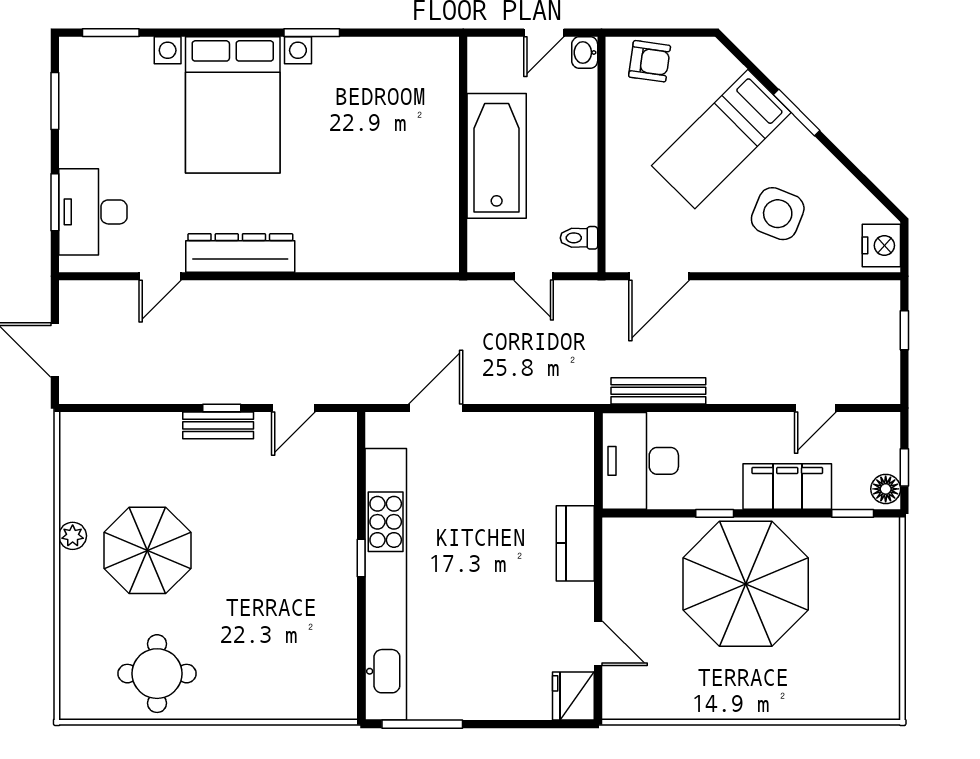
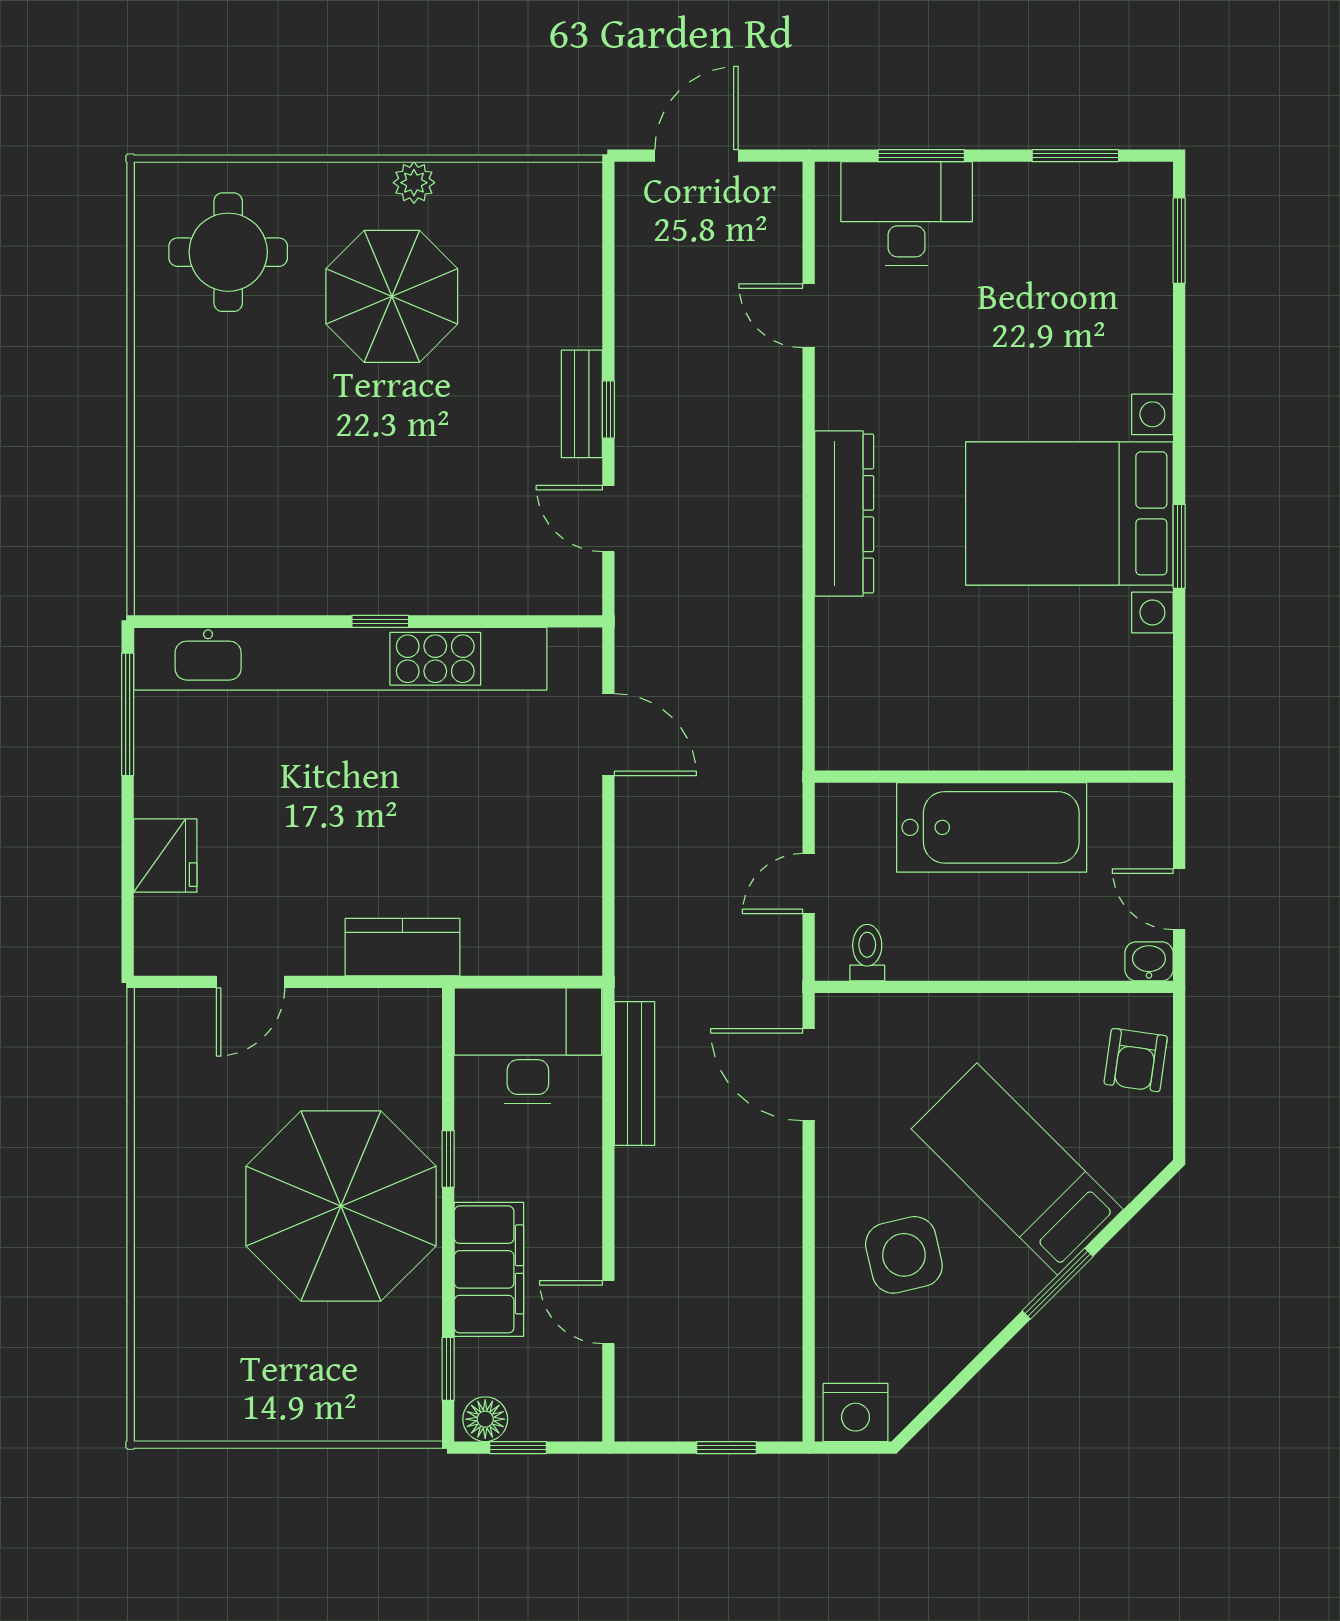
bed with nightstands: (233, 105) -> (1069, 513), moved
side table: (778, 214) -> (904, 1255), turned -35
dresser: (240, 253) -> (844, 514), moved
round table: (157, 674) -> (228, 252), moved
fridge: (573, 696) -> (165, 855), moved, turned 90

